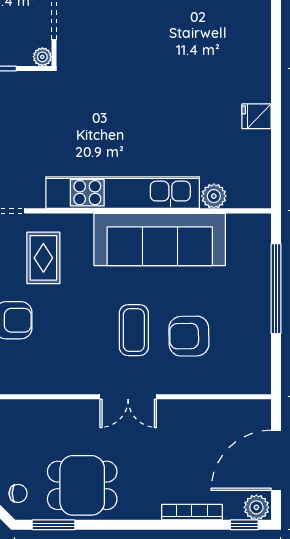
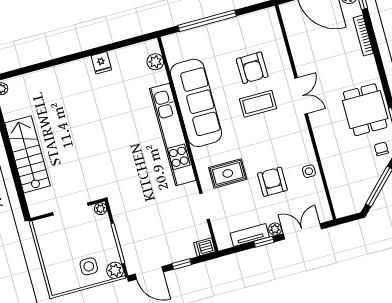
plant: (214, 196) -> (155, 62), moved
side table: (14, 378) -> (309, 171), added

